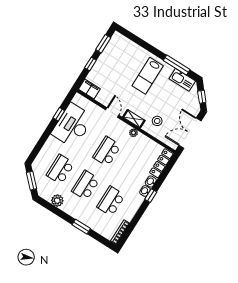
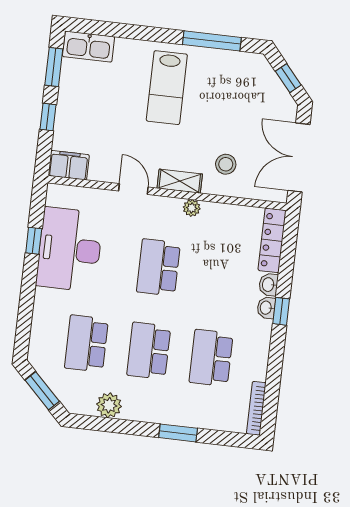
kitchen sink: (182, 80) -> (88, 47), moved

